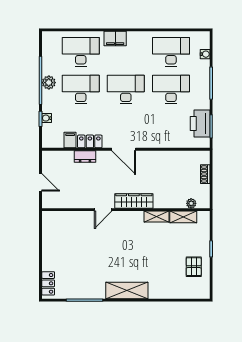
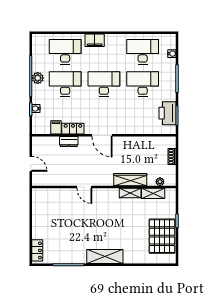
wardrobe: (134, 201) -> (130, 180), moved
door: (103, 210) -> (84, 187), hinge flipped
pallet: (194, 267) -> (162, 236), width x2.05, depth x2.00

